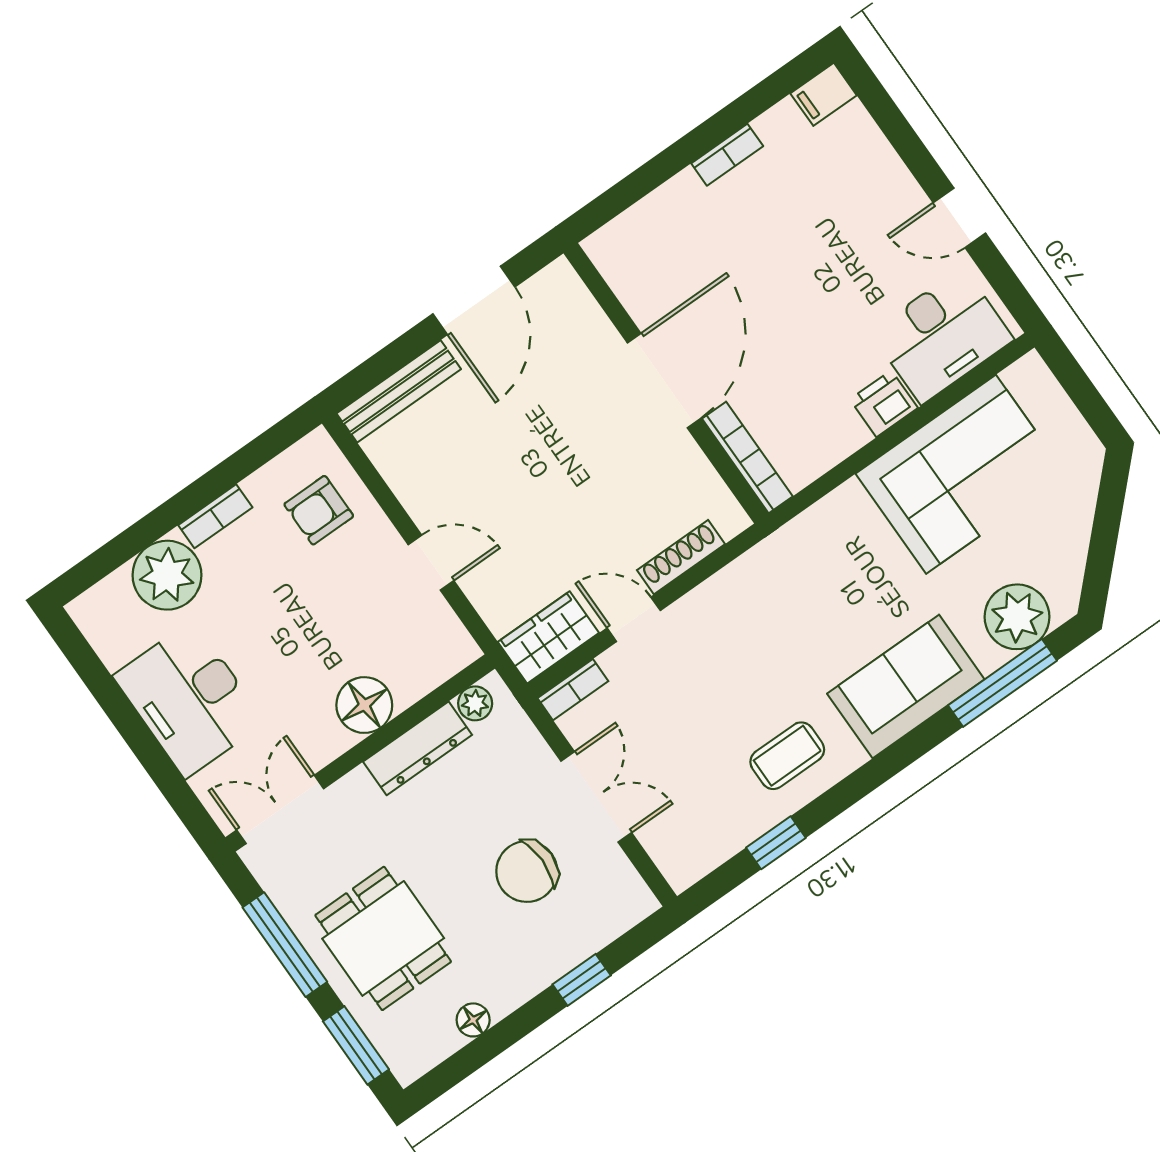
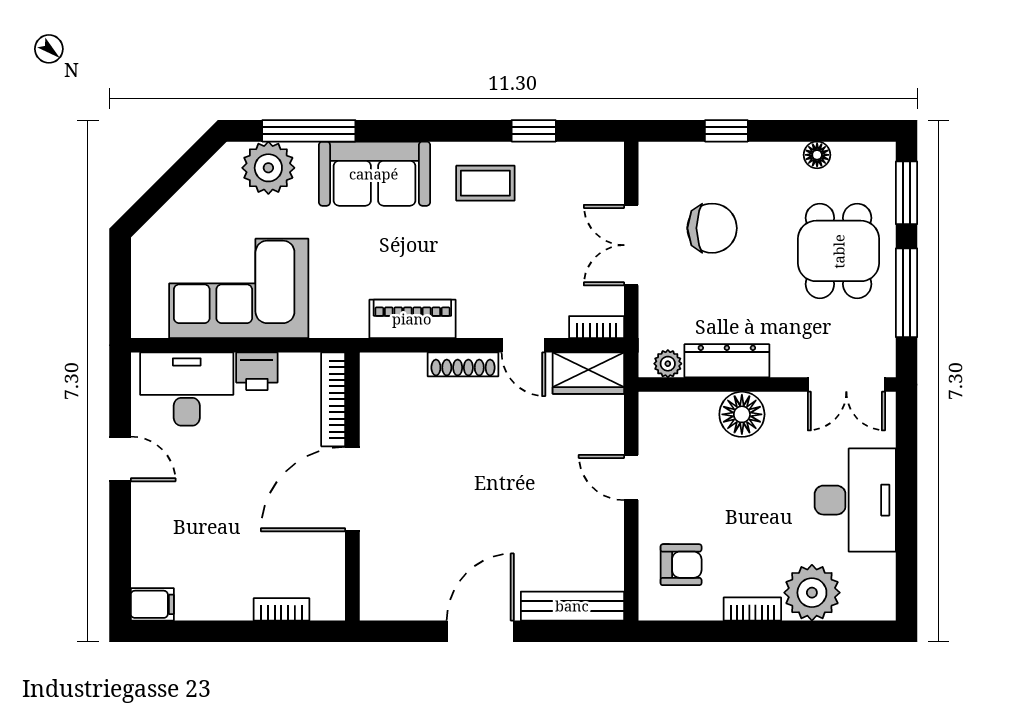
bookcase: (727, 155) -> (281, 609), moved
door: (664, 381) -> (352, 489), moved
wall: (666, 383) -> (352, 486), moved
bookcase: (747, 457) -> (333, 399), moved
piano: (764, 567) -> (412, 319), added

